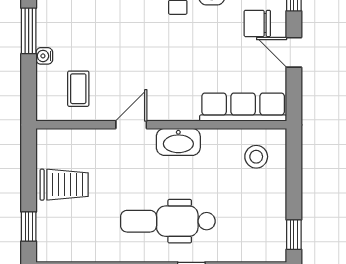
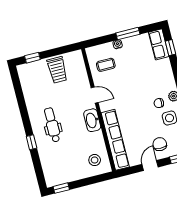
row of seats: (243, 107) -> (115, 140), width x1.36
dental chair: (168, 221) -> (52, 125), width x0.73, depth x0.72

